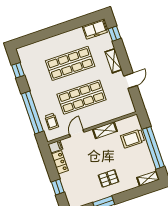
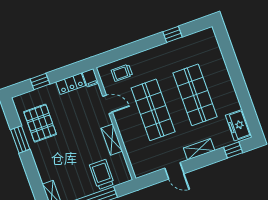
window: (18, 70) -> (172, 34), moved
window: (32, 113) -> (133, 48), removed
pallet: (108, 178) -> (40, 123), moved, width x1.50, depth x1.42

